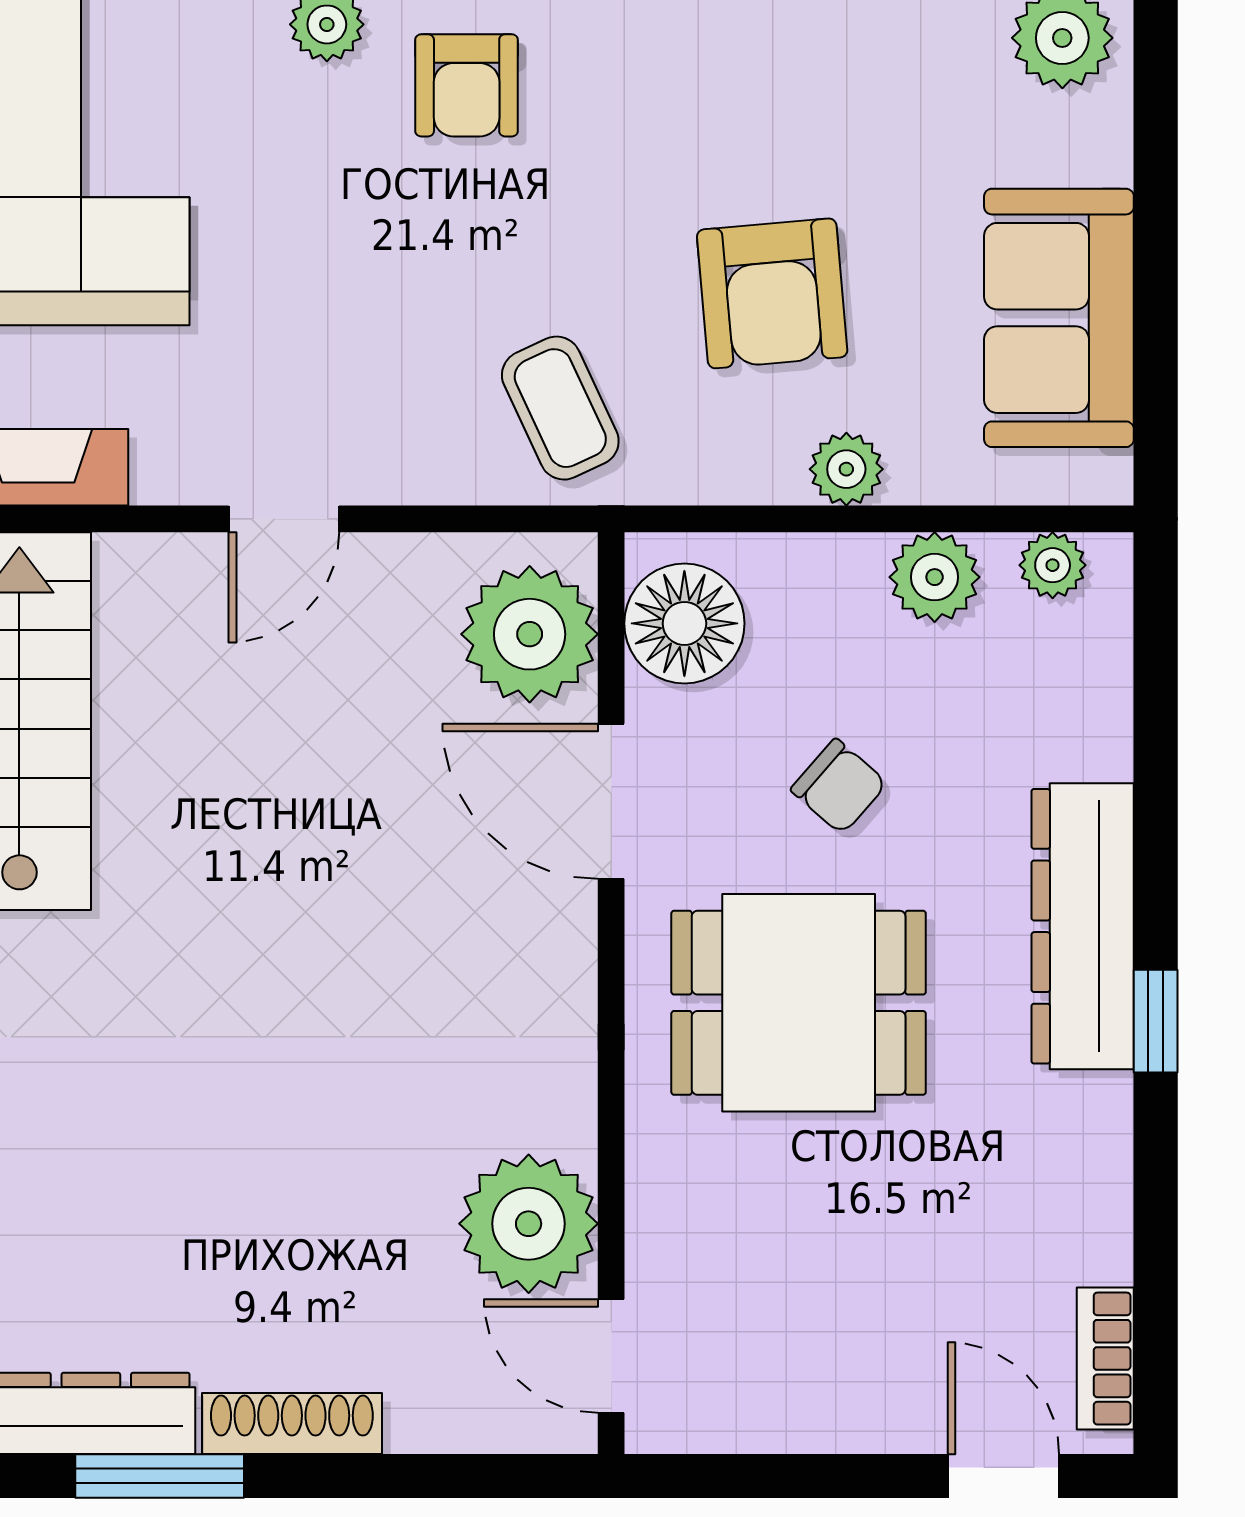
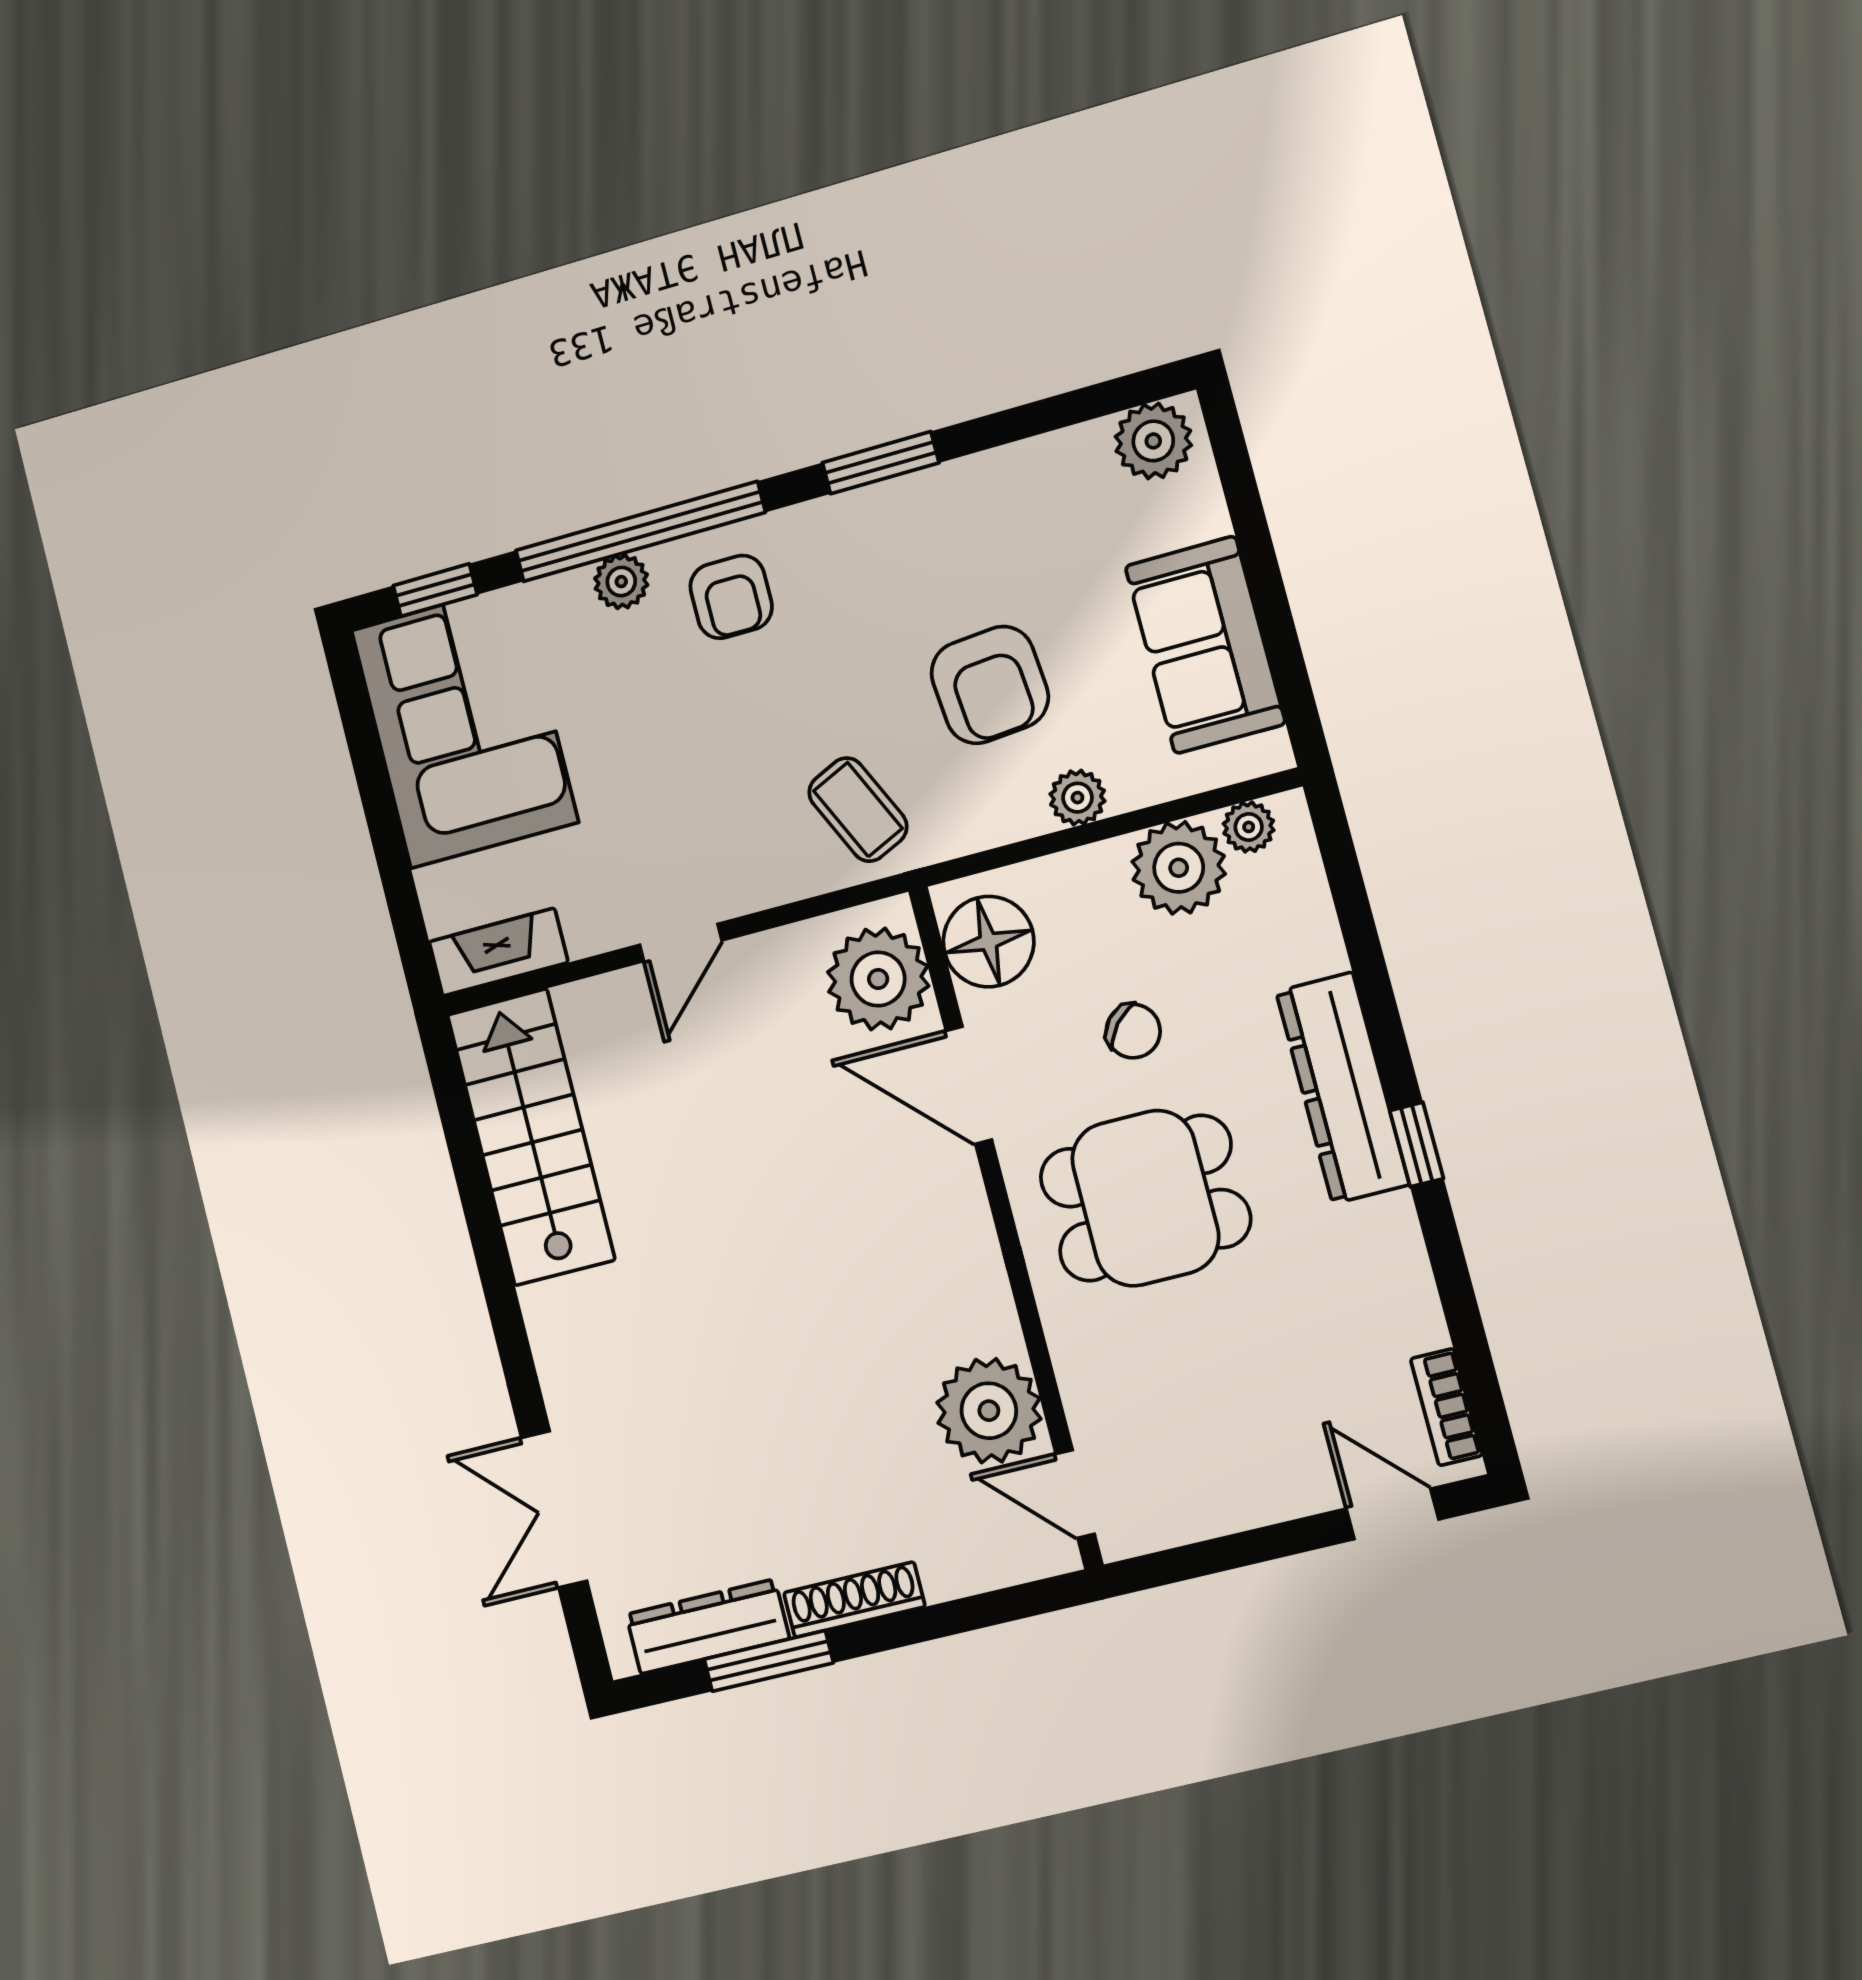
plant: (935, 577) -> (1179, 868), width x1.36, depth x1.36

